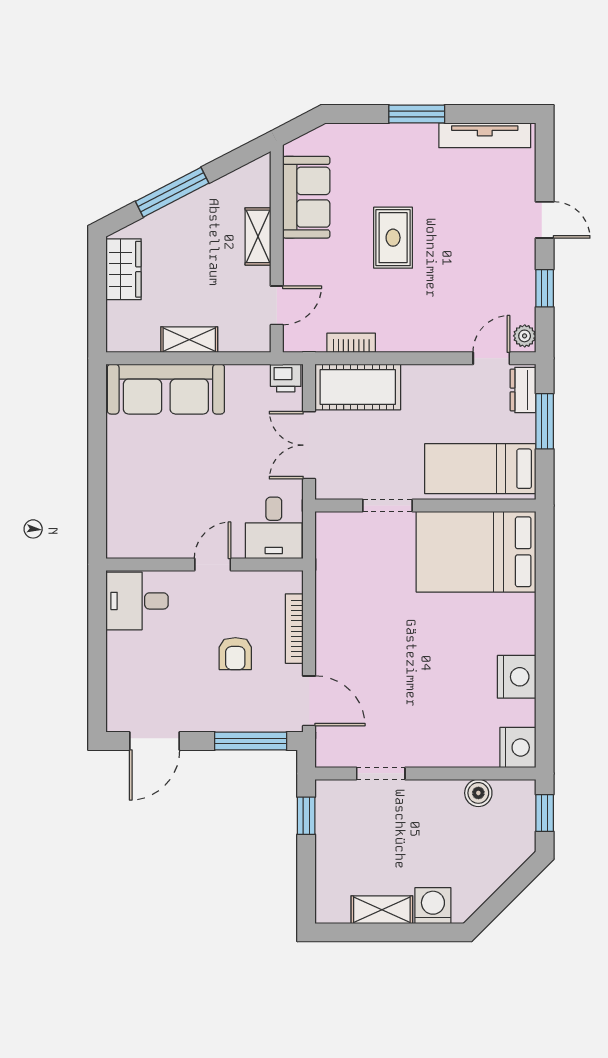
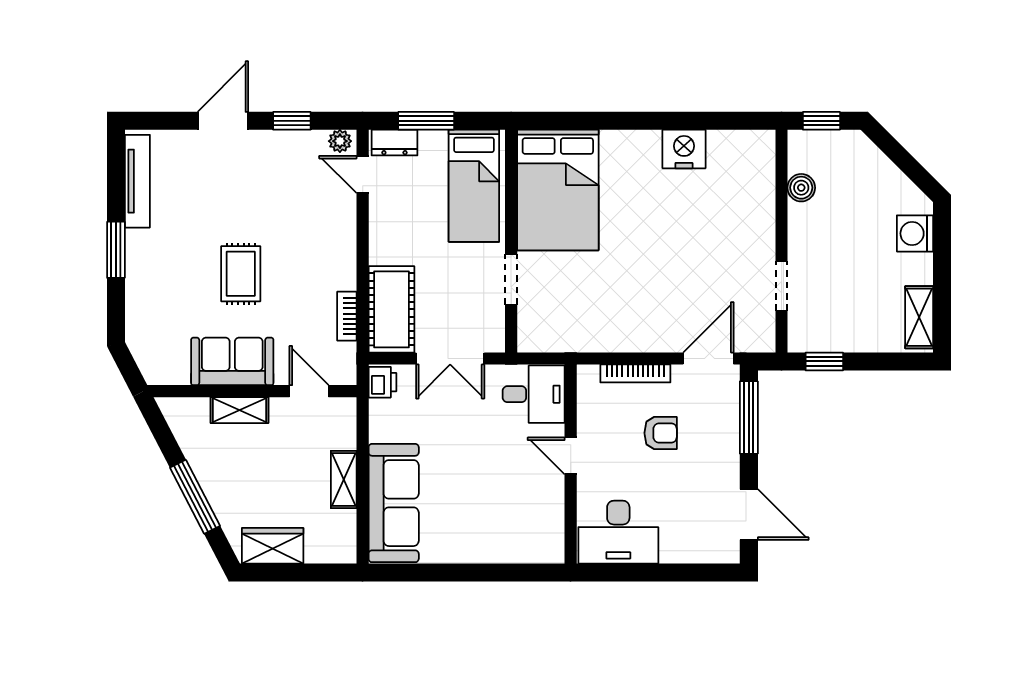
sofa: (306, 197) -> (232, 361), moved
door: (545, 220) -> (223, 121), width x1.38
rug: (393, 238) -> (241, 274), turned 90
desk: (137, 601) -> (618, 532), width x1.37
nightstand: (518, 747) -> (755, 148), removed
shelving: (382, 910) -> (919, 317), moved

